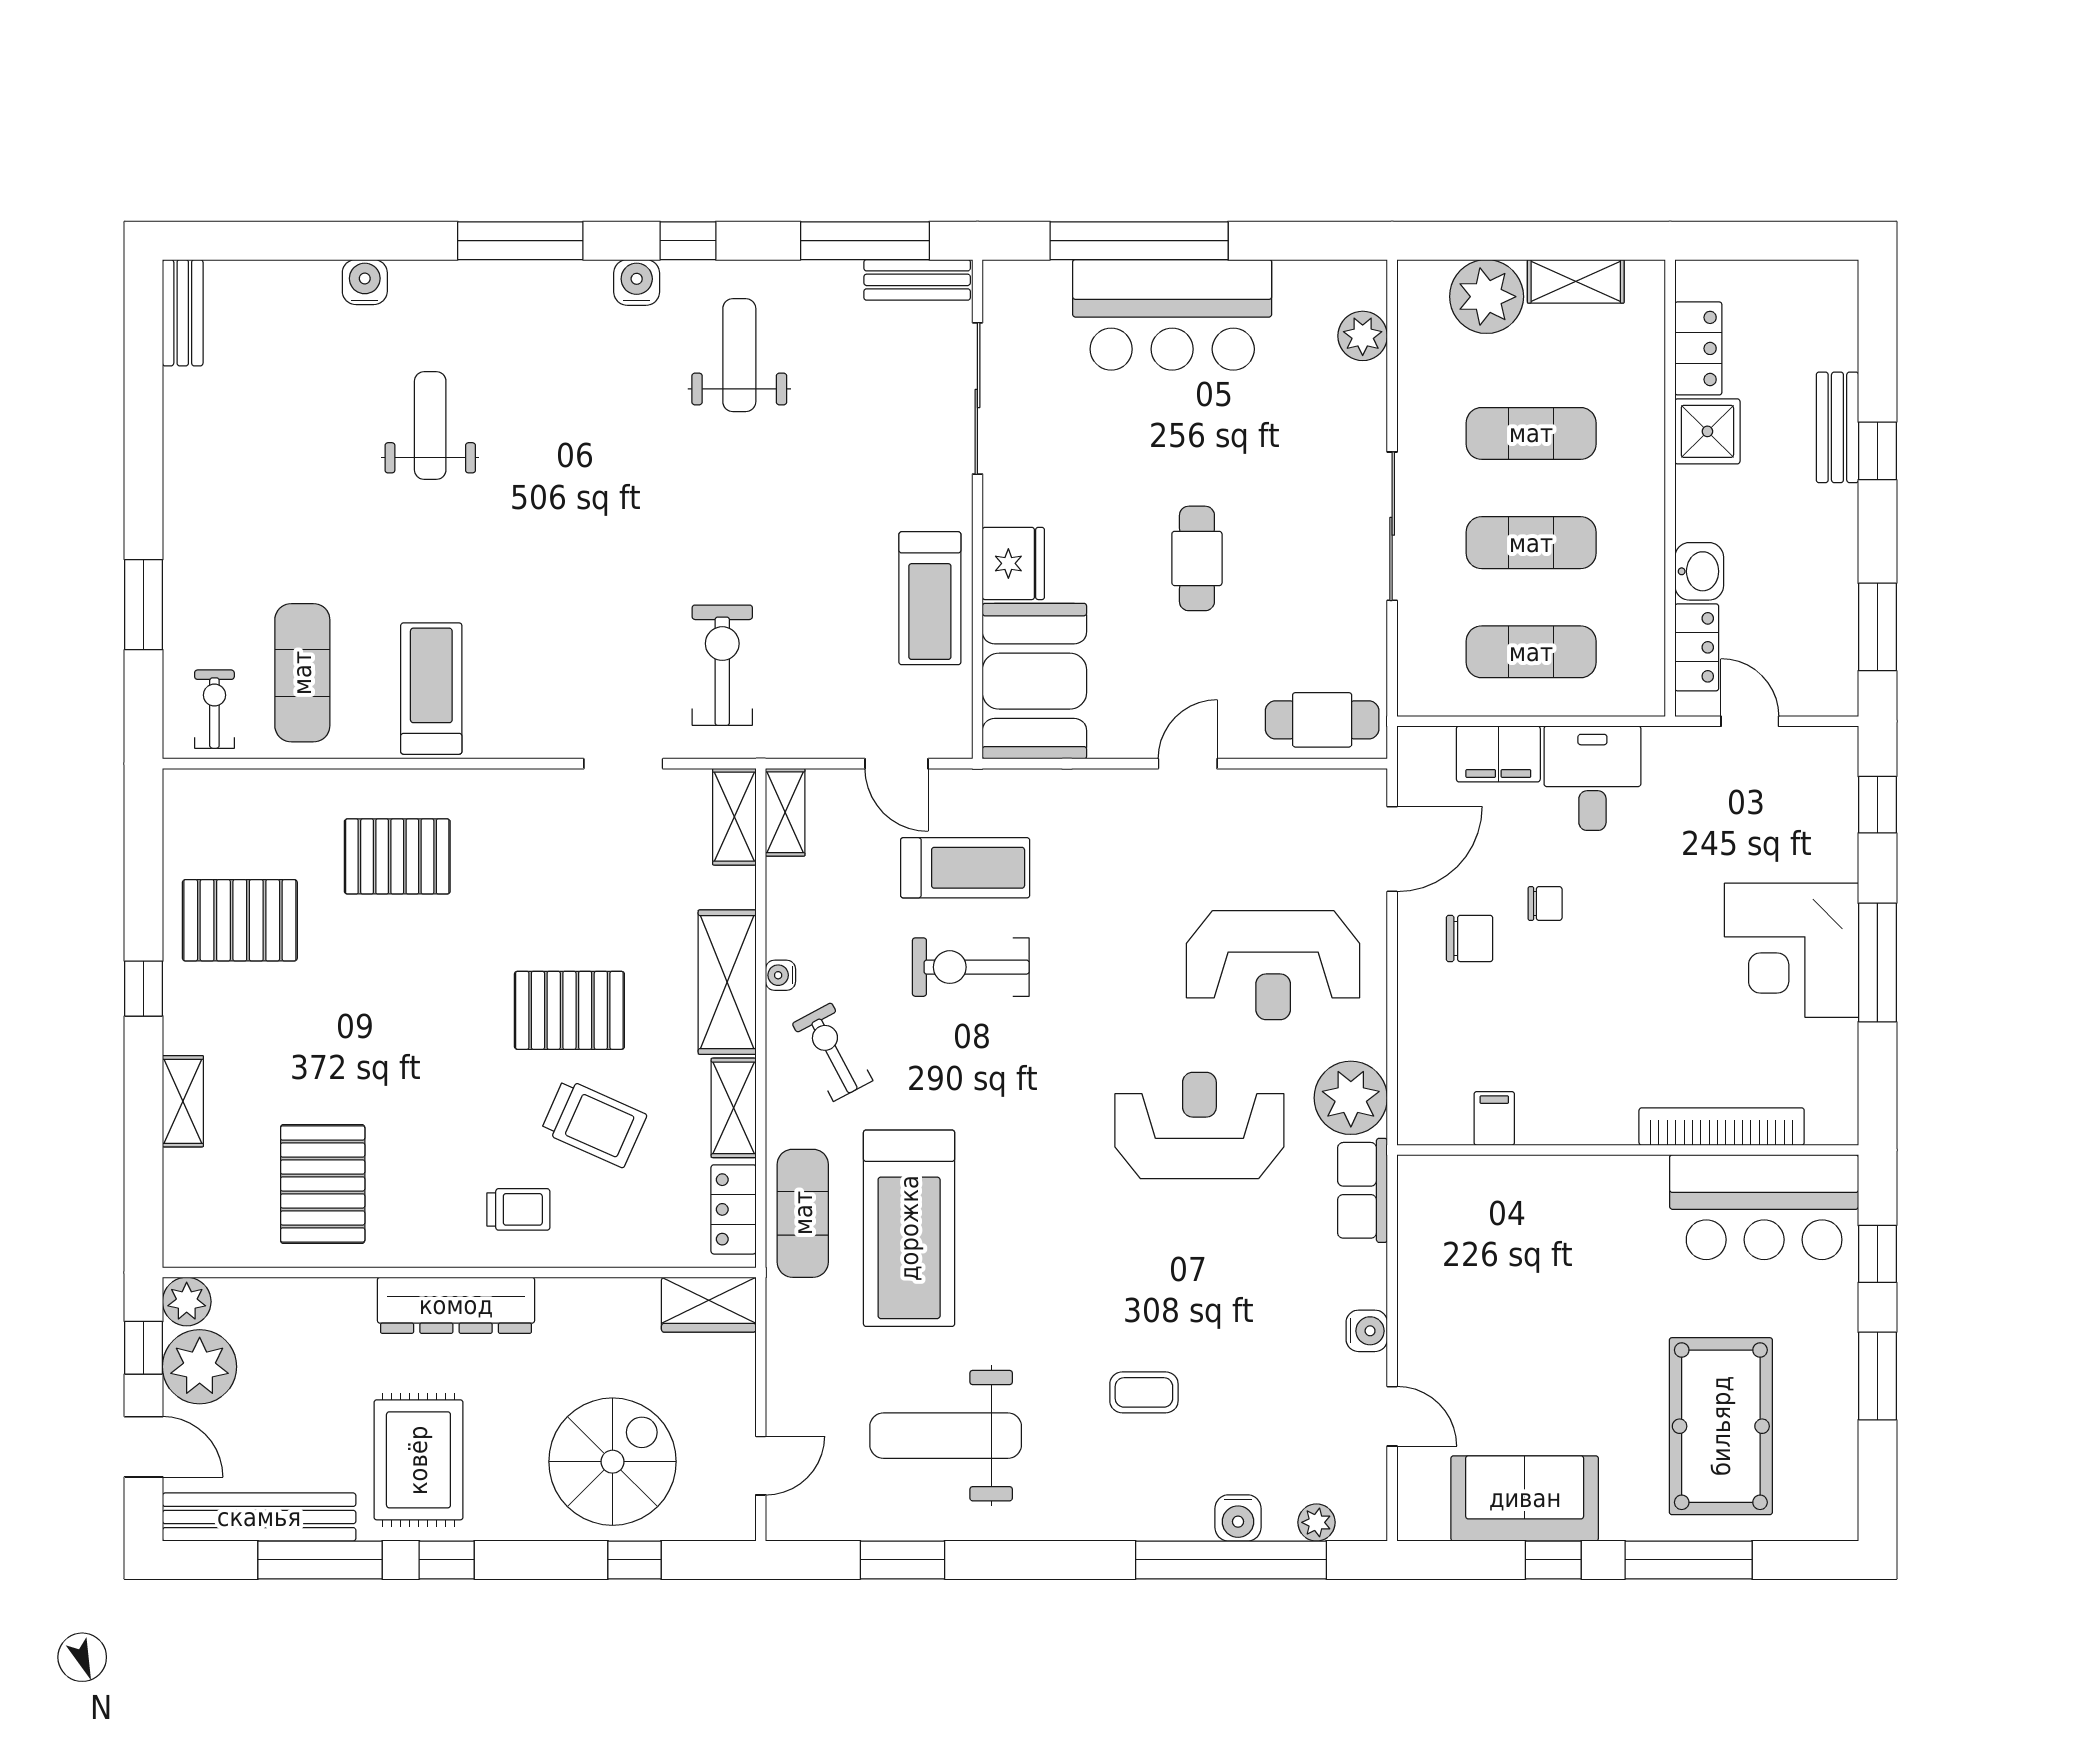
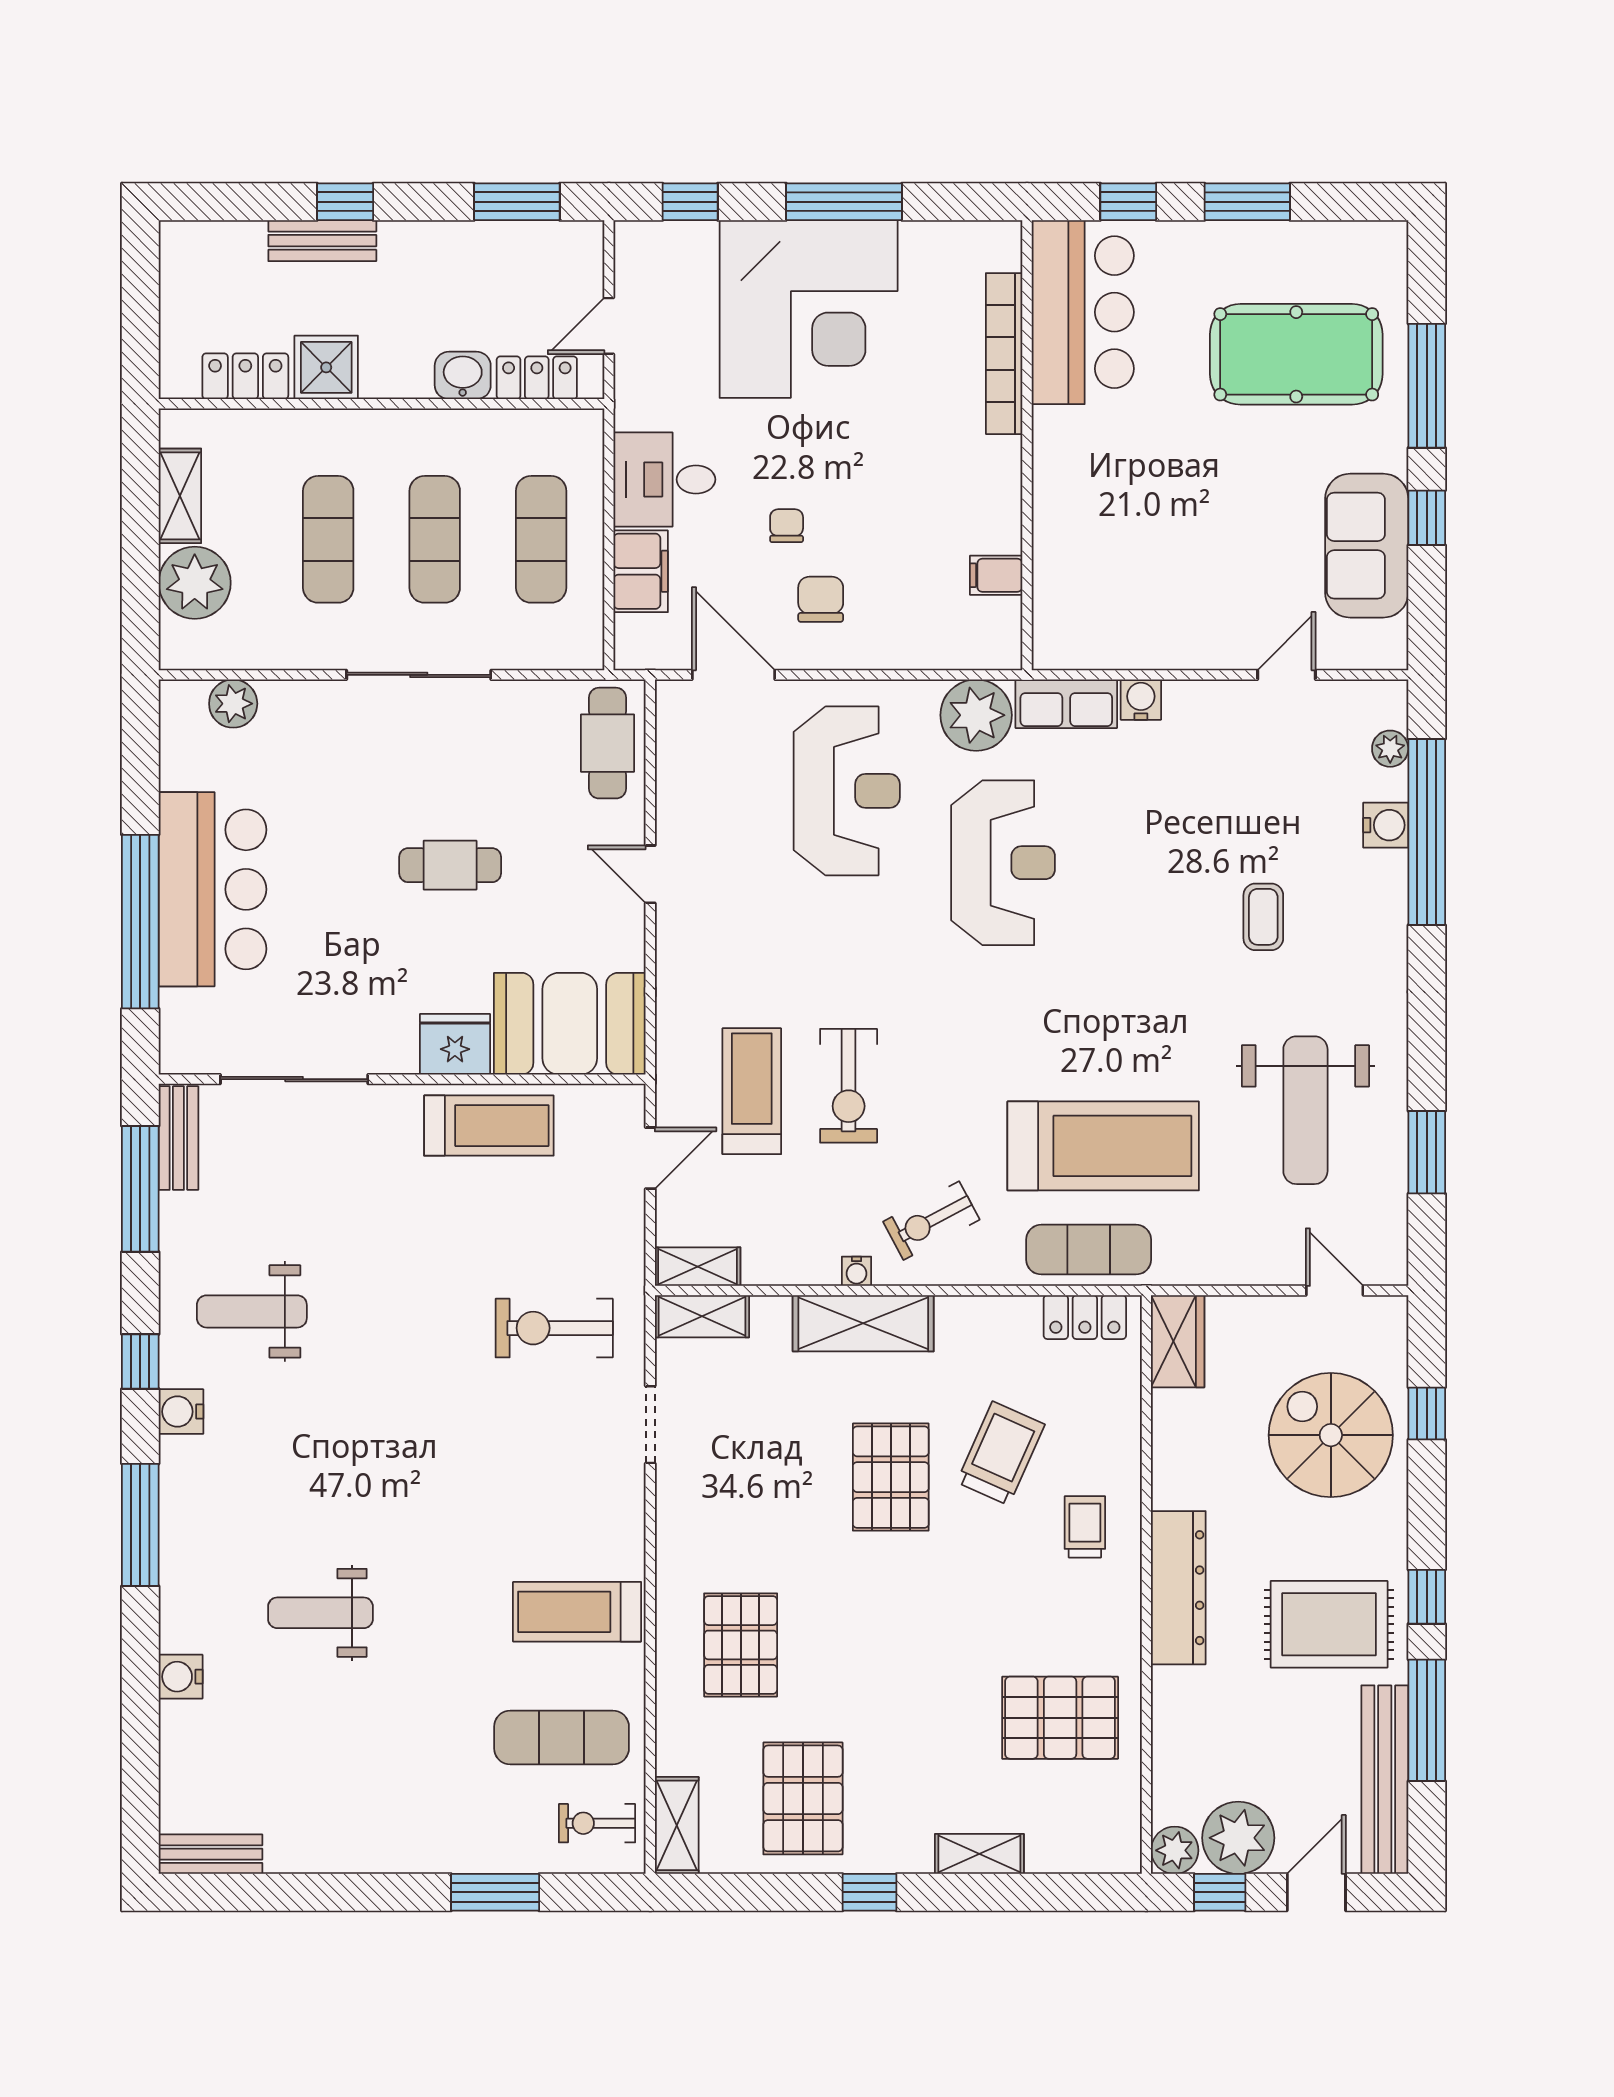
corner desk: (1791, 950) -> (809, 309), width x1.36, depth x1.36
shelving: (734, 1108) -> (677, 1825), moved, turned 90
reception desk: (1199, 1126) -> (1003, 863), turned 180
water cooler: (1367, 1331) -> (1141, 700), moved

